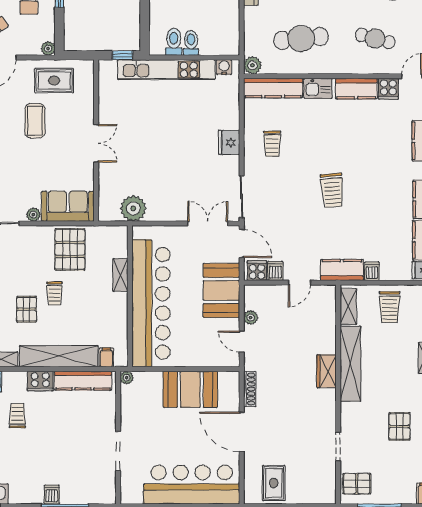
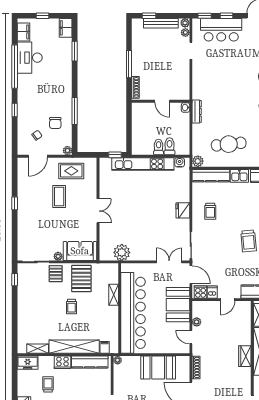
toilet: (174, 42) -> (170, 146), moved
pallet: (27, 309) -> (56, 274), moved

